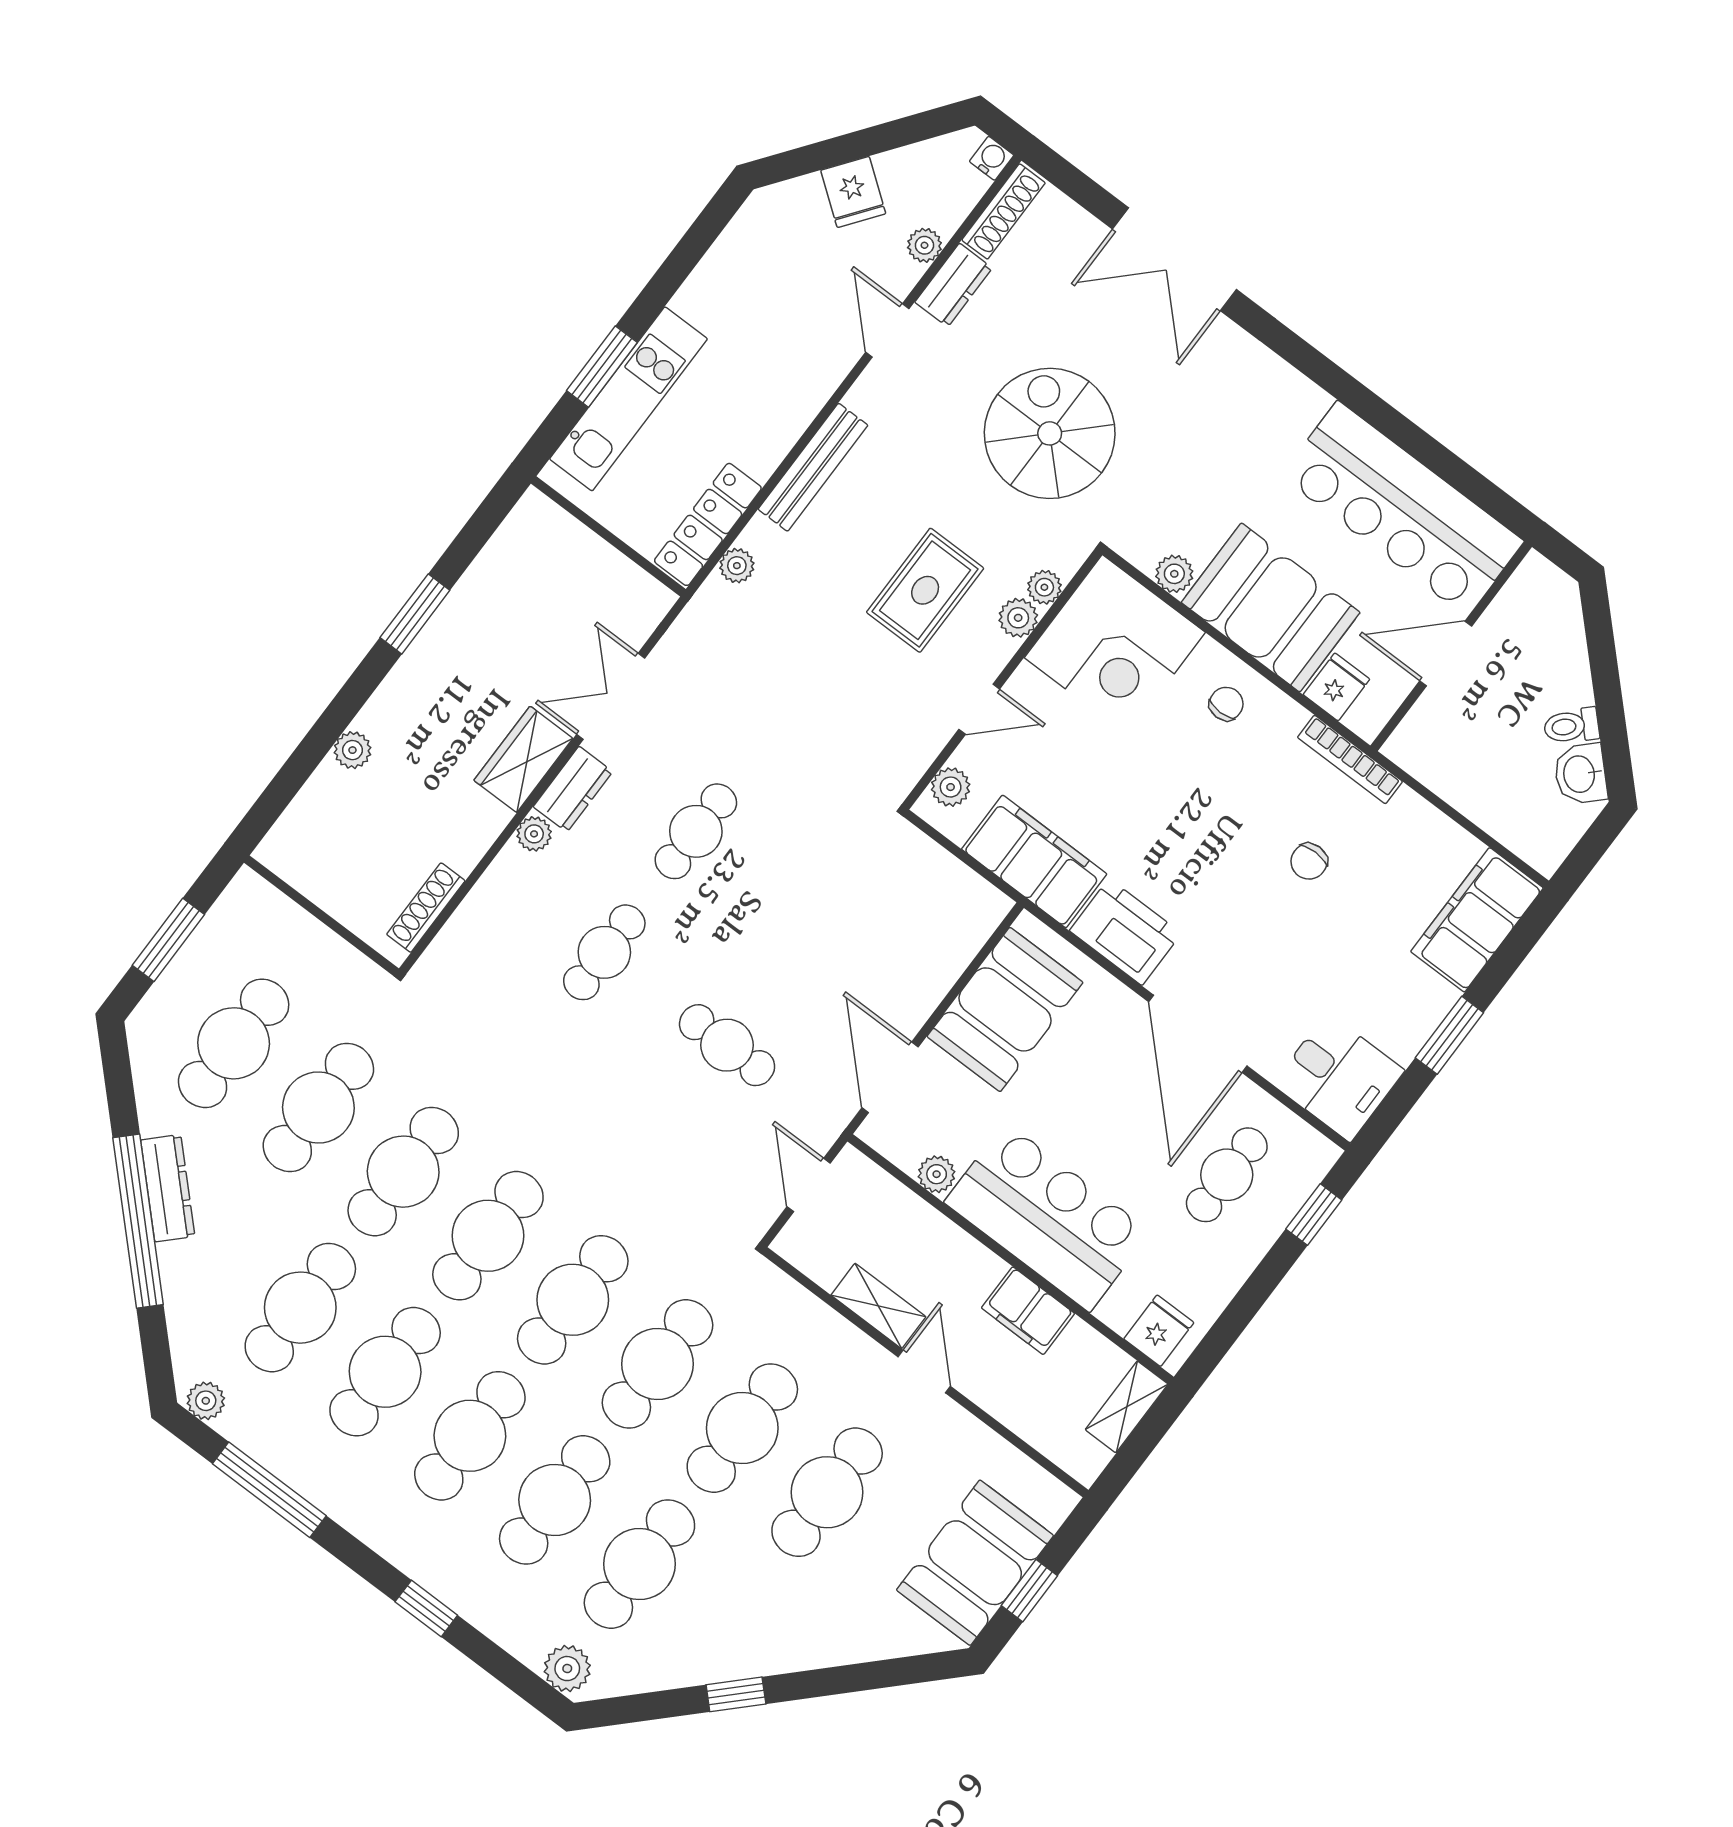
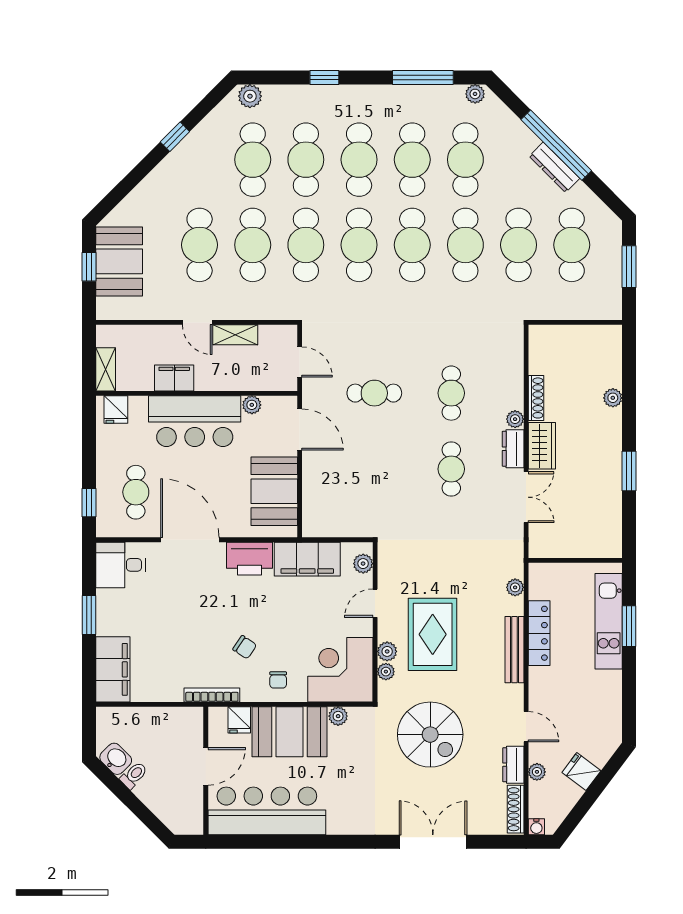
locker: (708, 524) -> (539, 633), moved
rug: (925, 590) -> (433, 634), width x1.36, depth x1.43
chair: (1309, 861) -> (245, 647), moved, turned 124
shoe rack: (426, 908) -> (536, 398), moved

